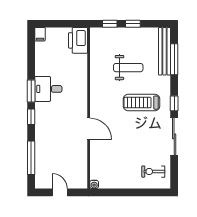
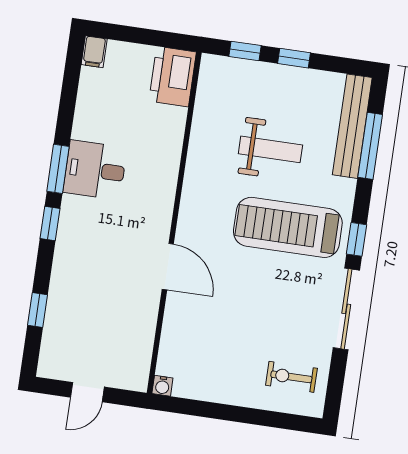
treadmill: (142, 103) -> (288, 227), width x1.37, depth x1.38
window: (31, 158) -> (37, 310), width x0.46
door: (60, 192) -> (87, 392), swing flipped

